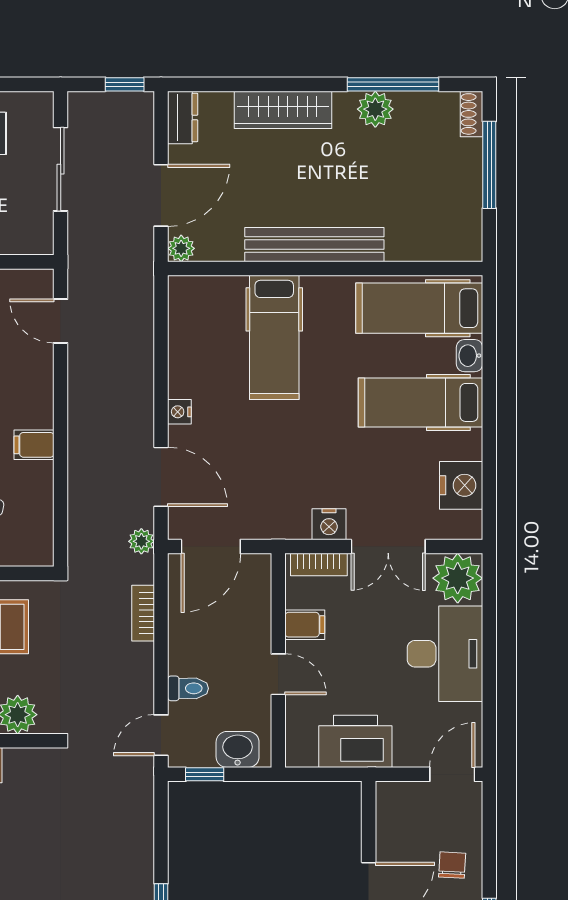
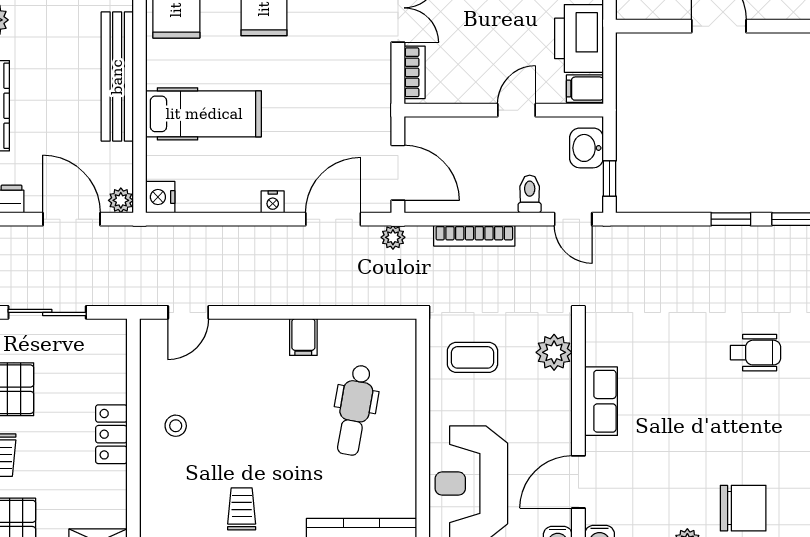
nightstand: (329, 524) -> (160, 197), moved, turned 180
bookcase: (143, 613) -> (474, 236), width x1.56
filing cabinet: (305, 625) -> (585, 89), moved, turned -90

